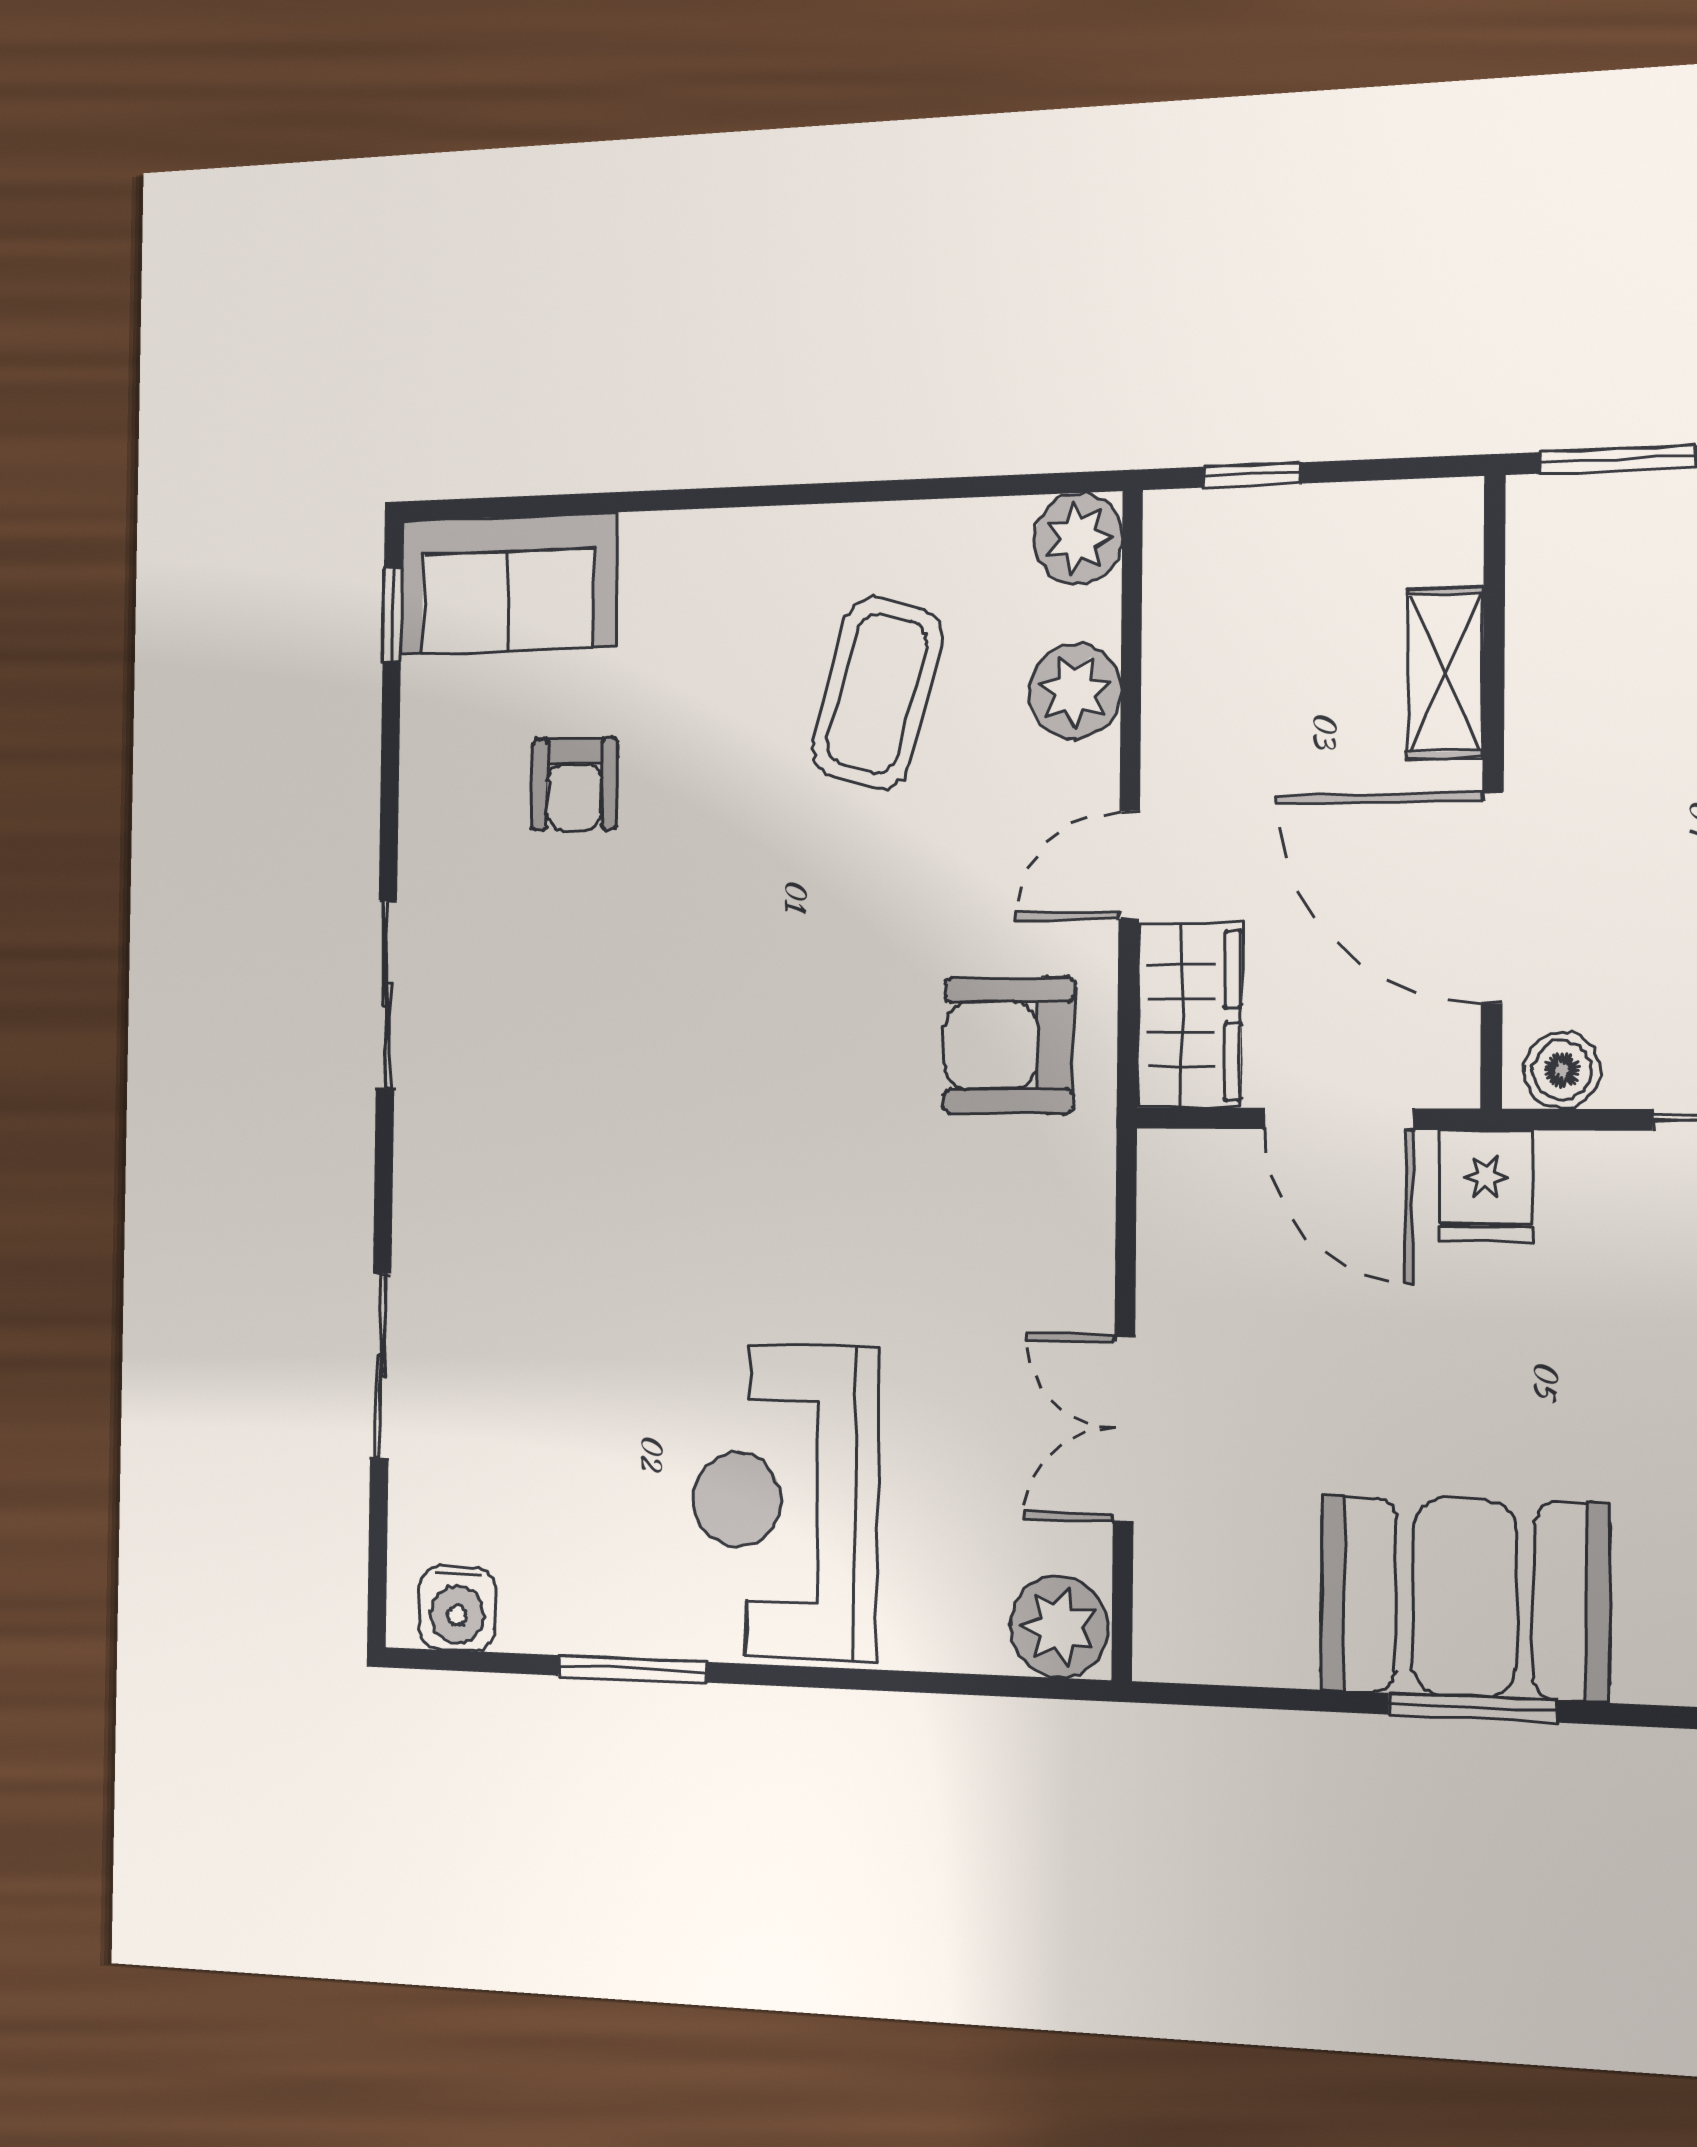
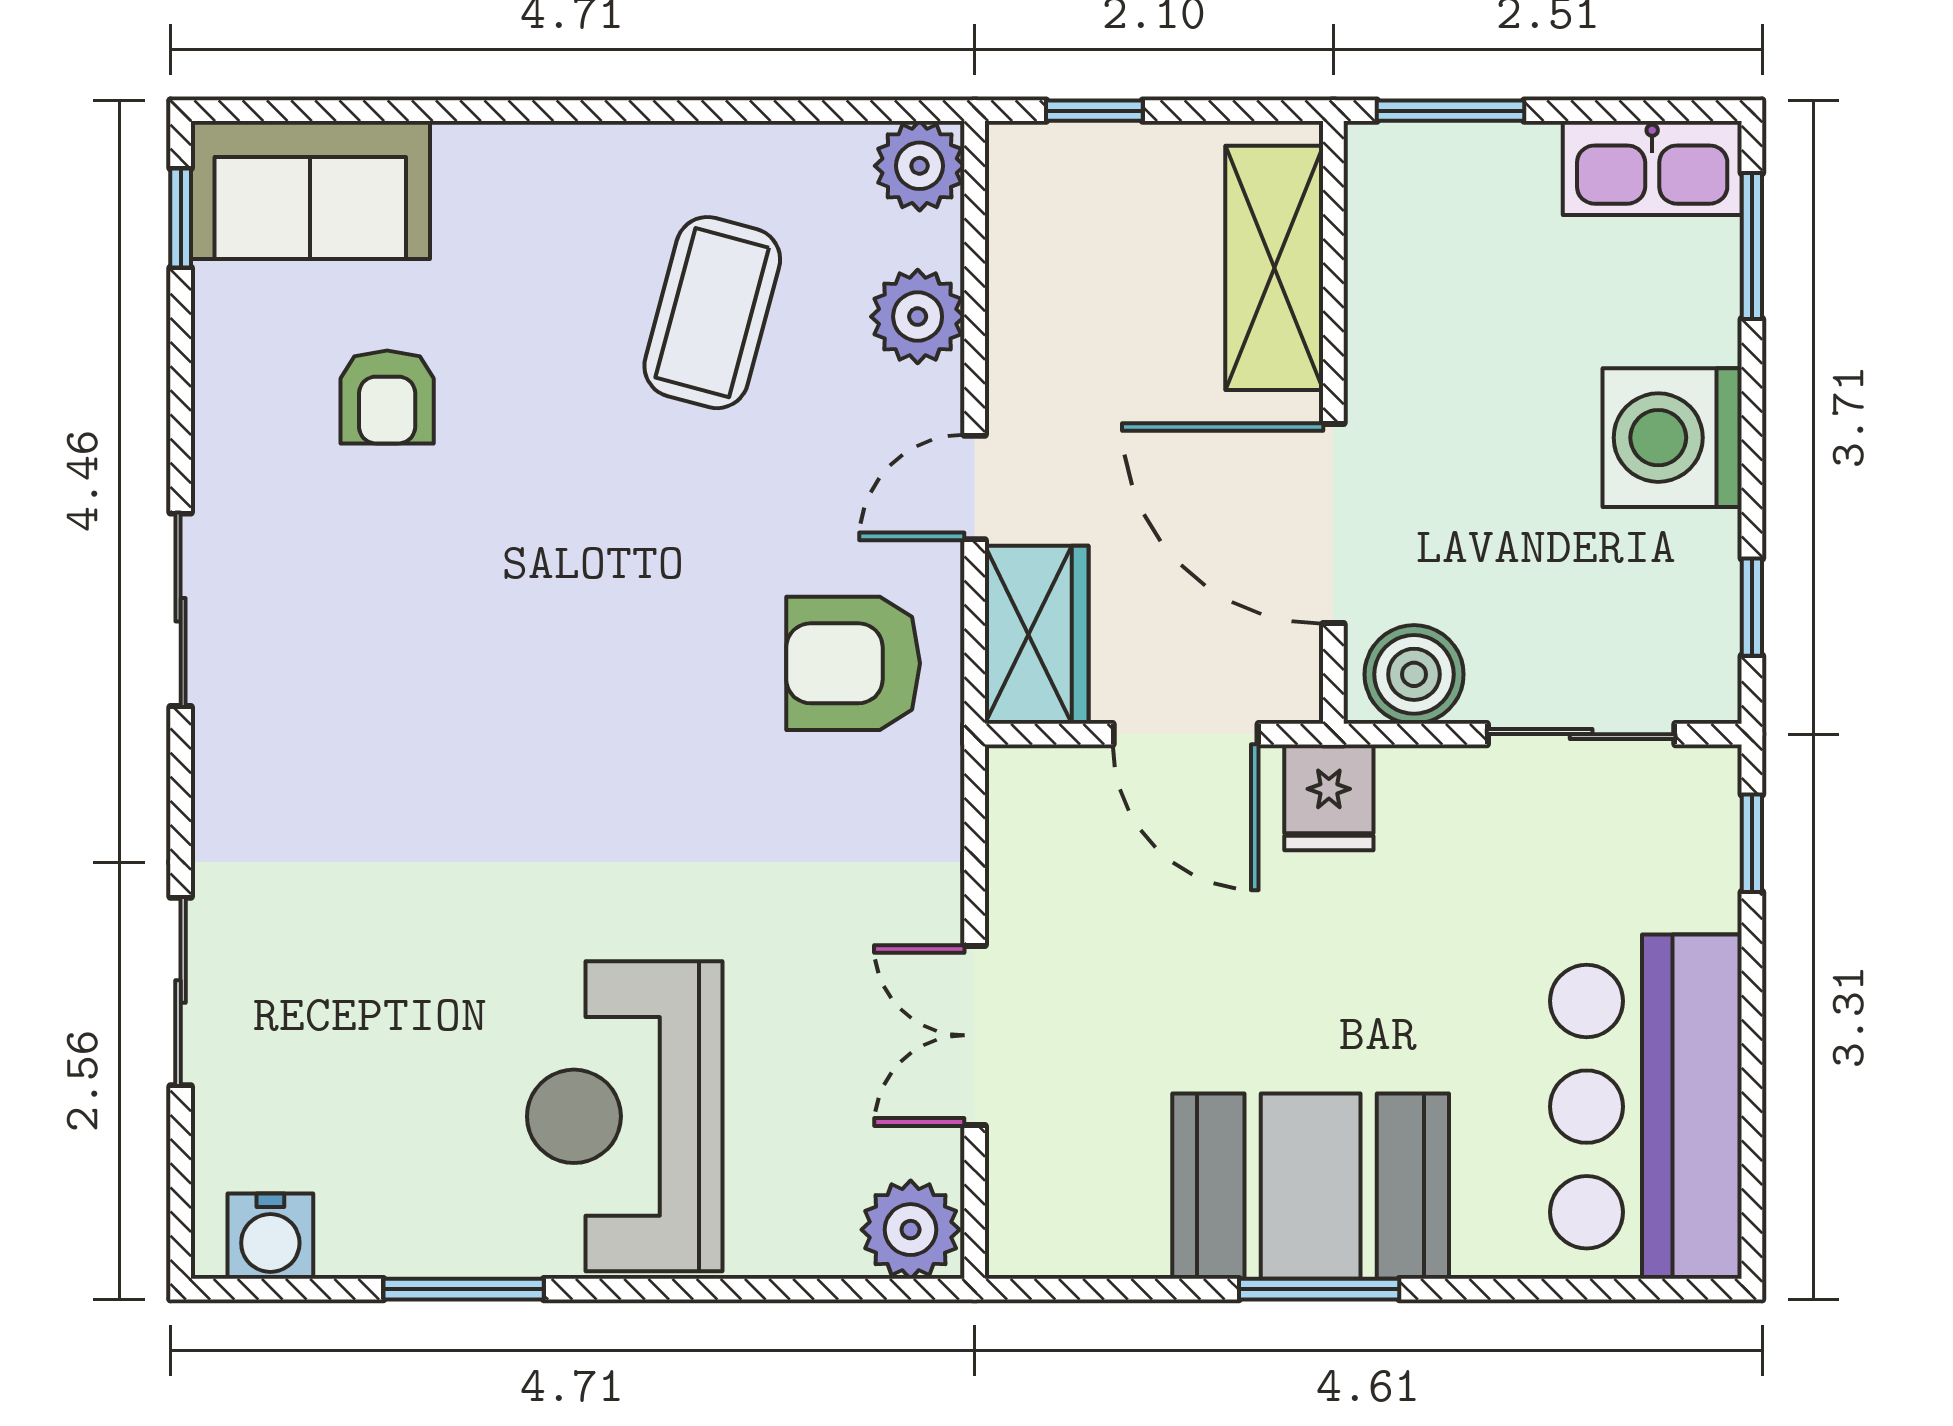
shelving: (1445, 673) -> (1274, 268), width x1.50, depth x1.33
boiler: (1562, 1070) -> (1414, 674), width x1.36, depth x1.36

